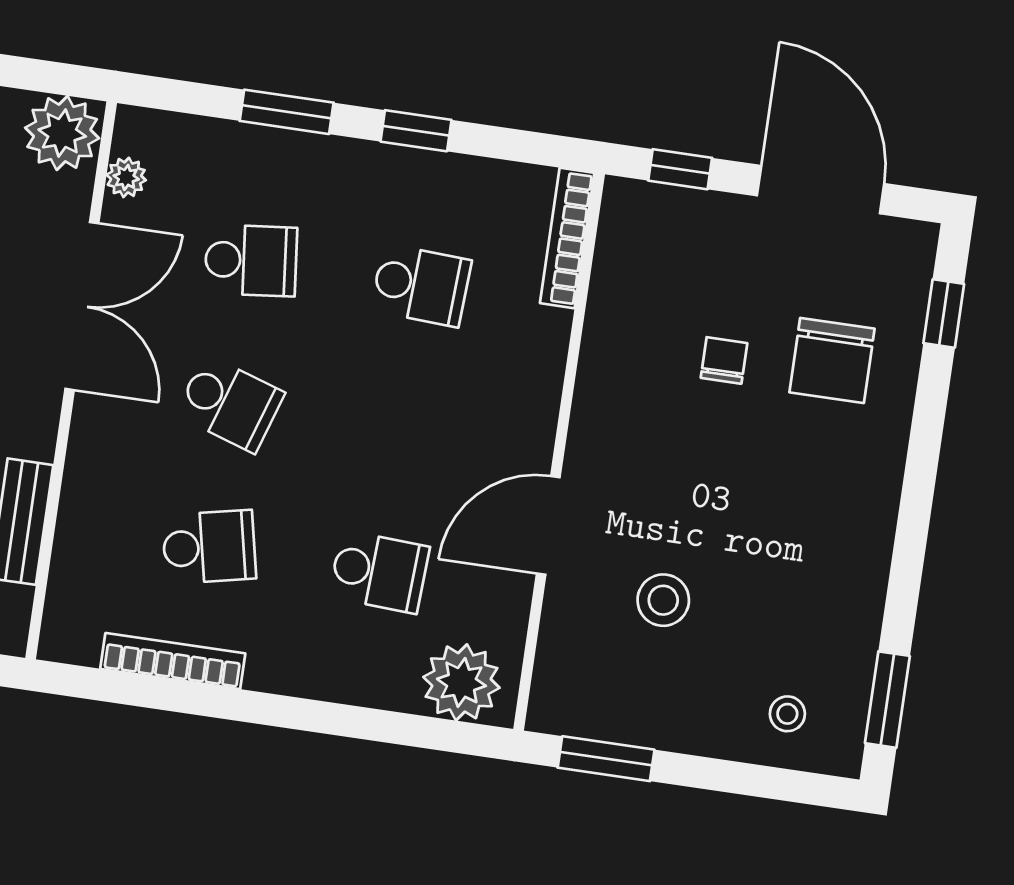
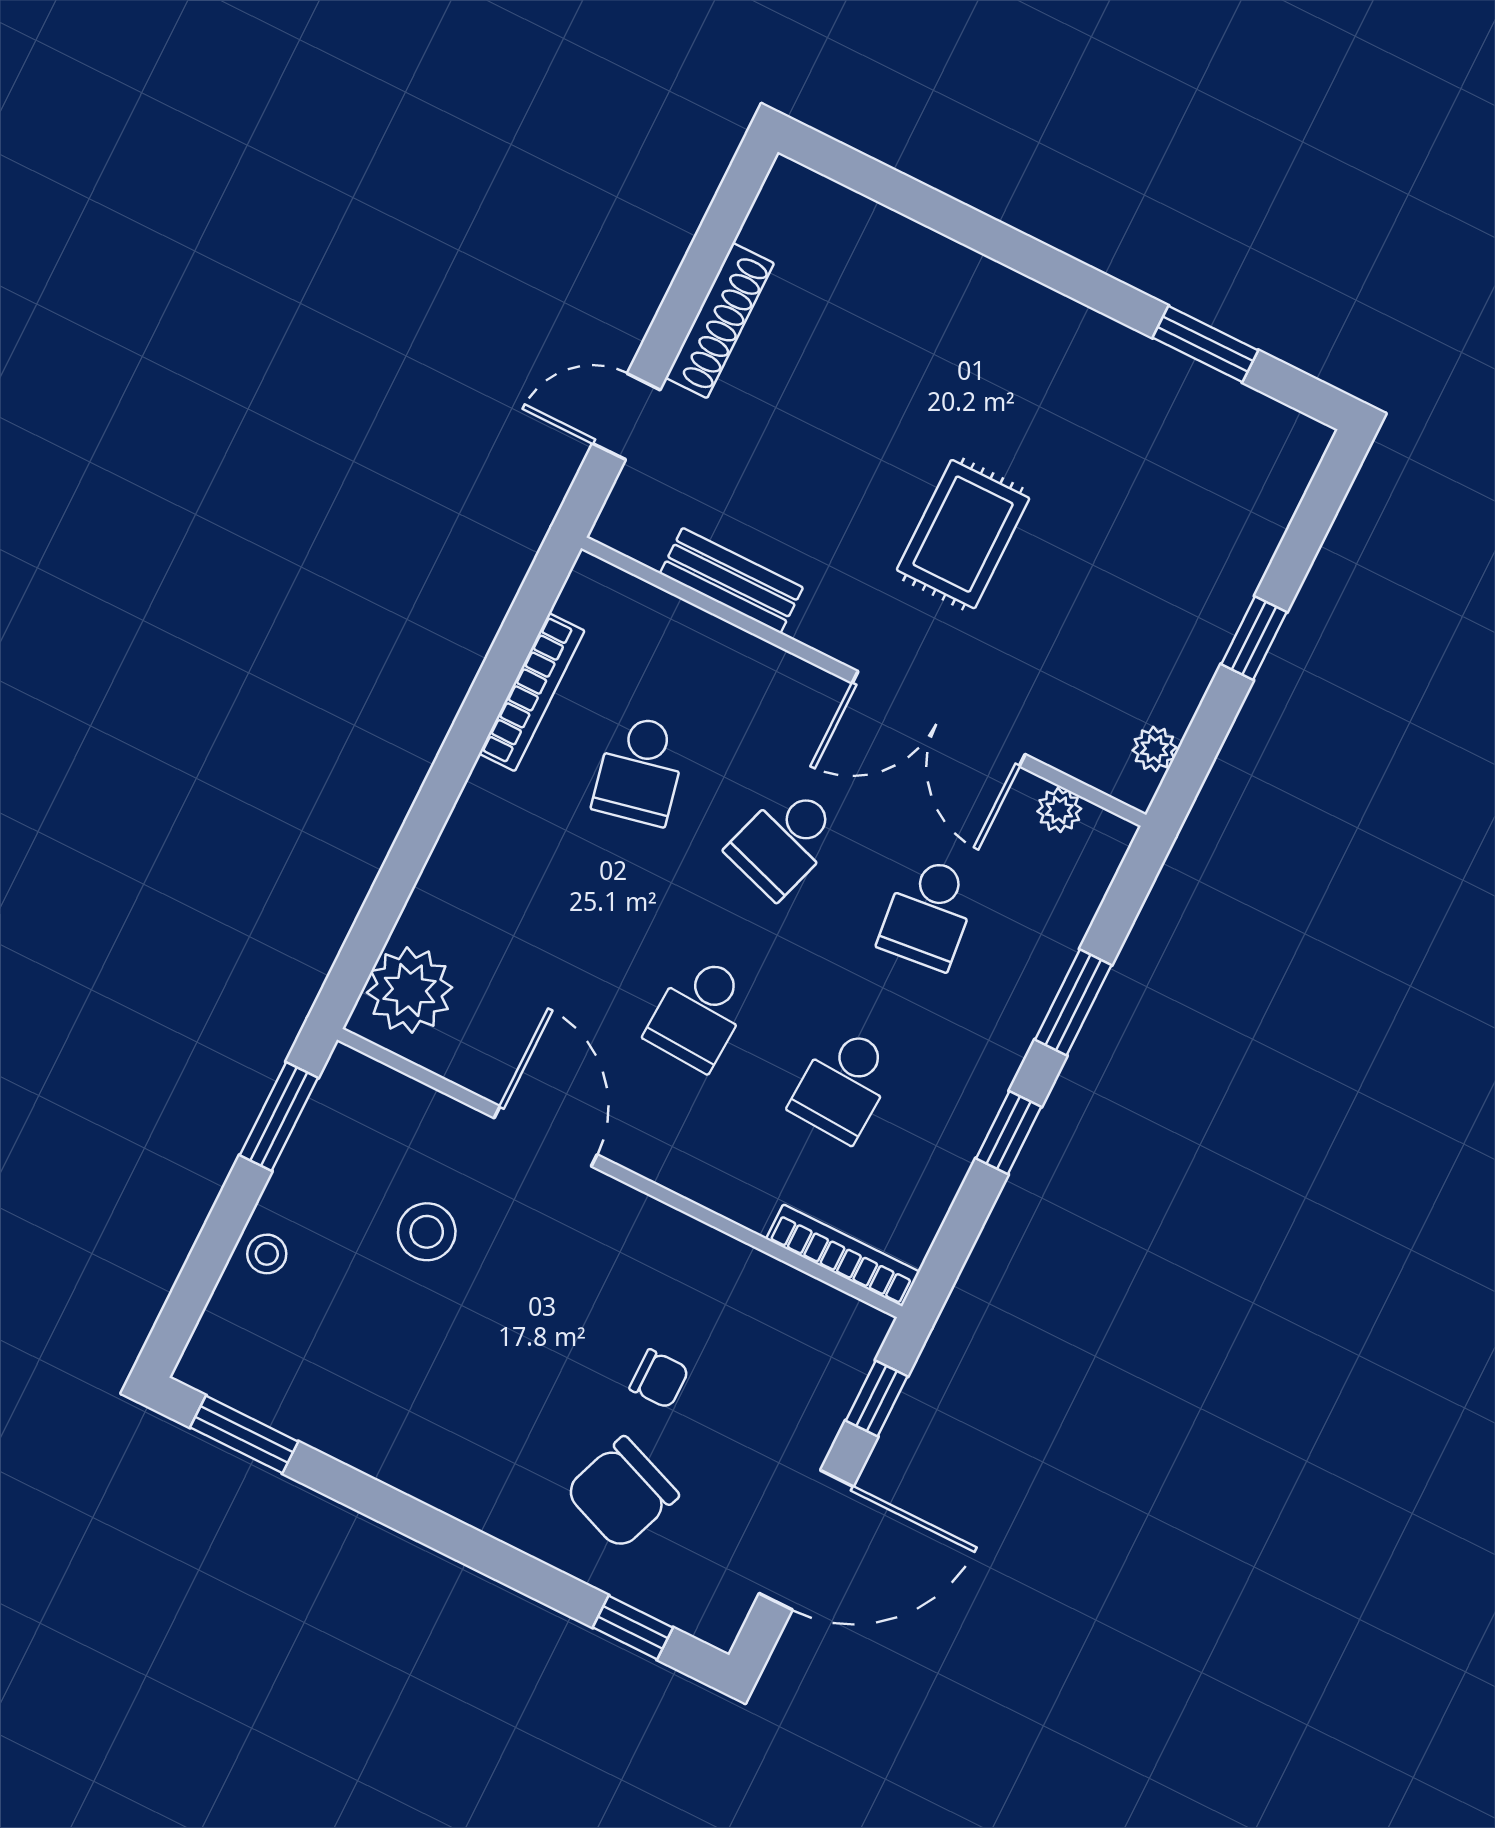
plant: (62, 133) -> (1154, 749), width x0.53, depth x0.53
chair: (832, 361) -> (622, 1493), turned -69
school desk: (379, 572) -> (699, 1013), moved
stool: (787, 714) -> (267, 1254), moved

